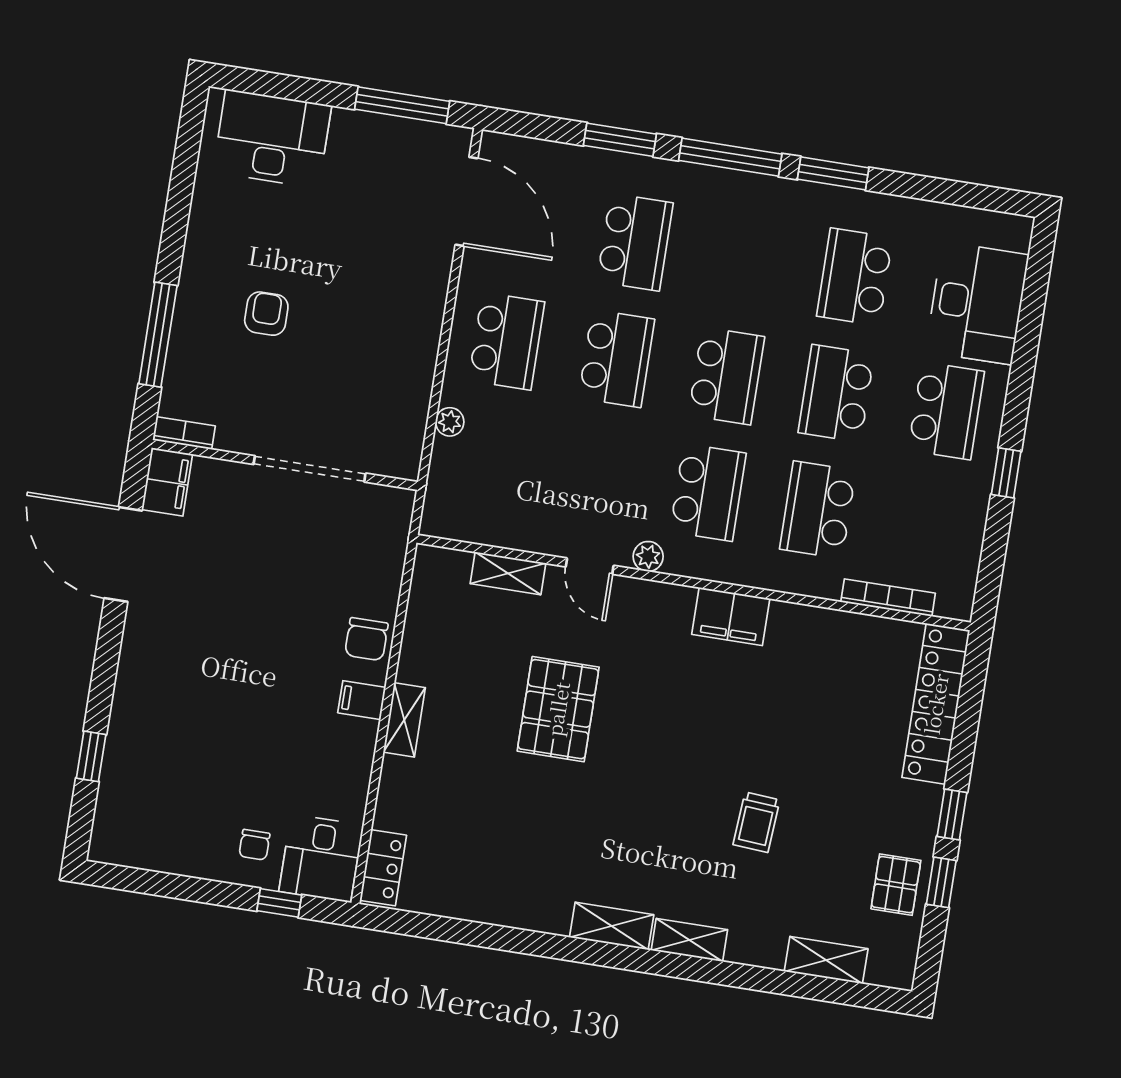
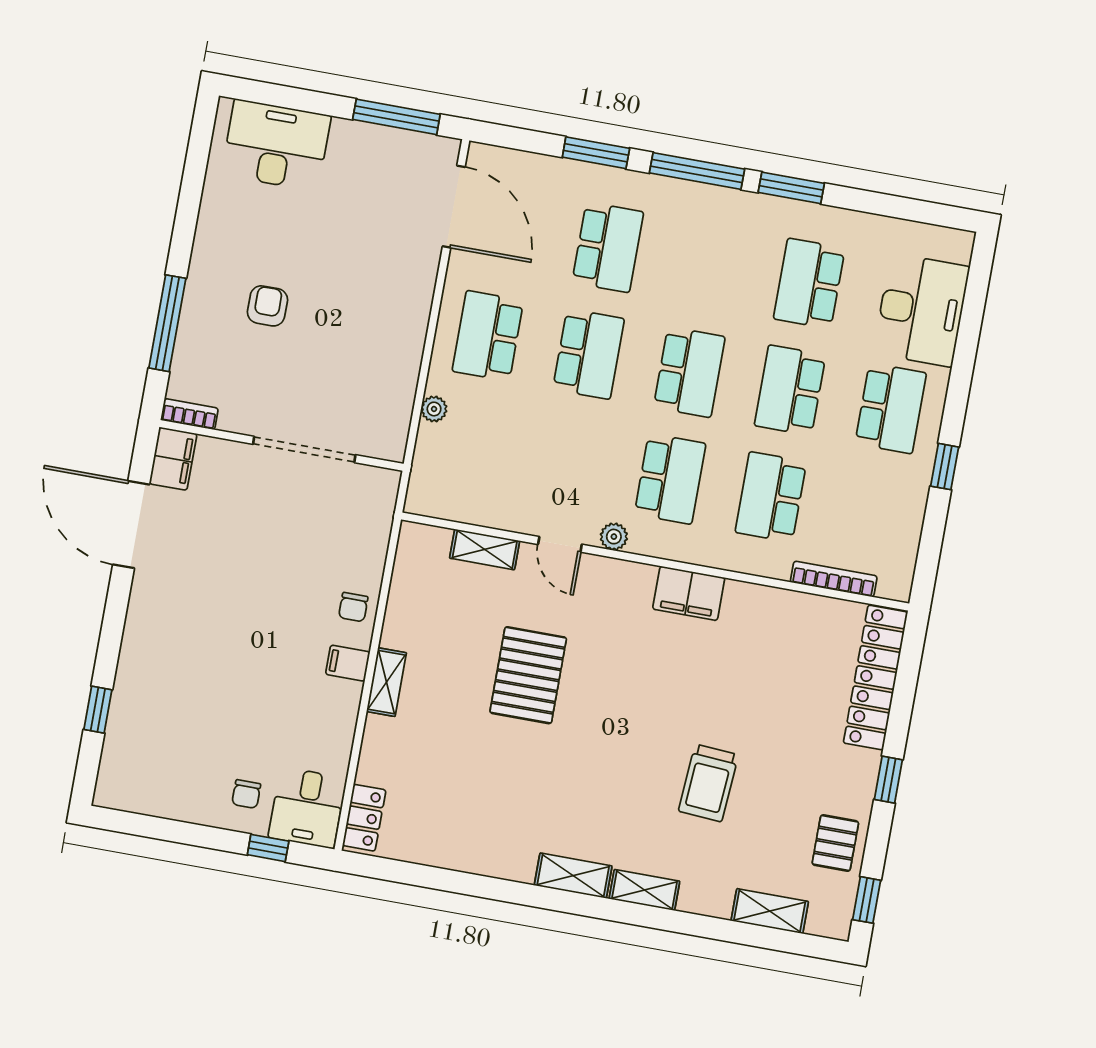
school desk: (507, 341) -> (488, 336), turned 180
chair: (366, 639) -> (353, 607), width x0.73, depth x0.73
trolley: (756, 822) -> (708, 783), width x1.36, depth x1.39
window: (941, 882) -> (867, 900), moved

